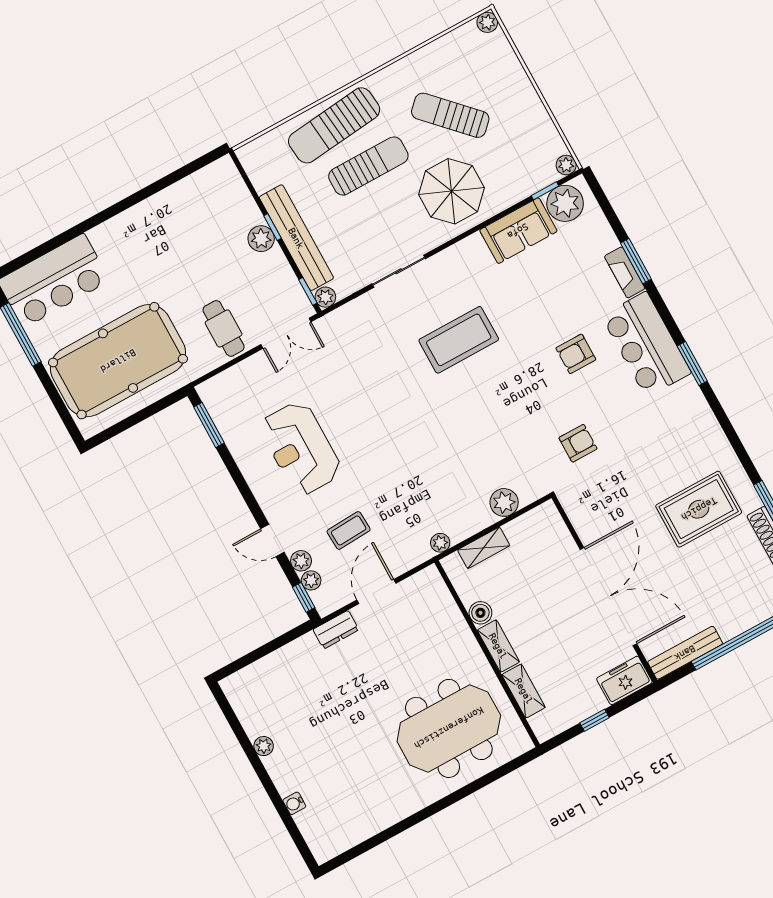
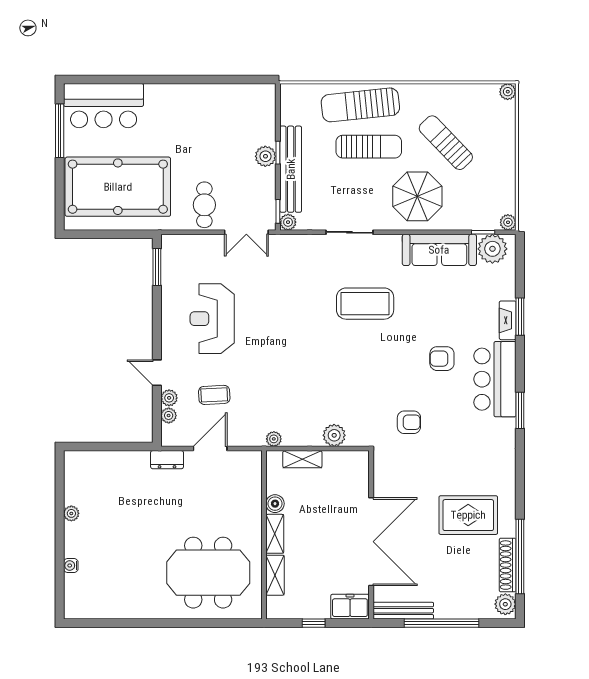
sofa: (518, 231) -> (439, 250), width x1.36
window: (304, 597) -> (157, 424), removed

